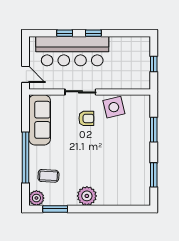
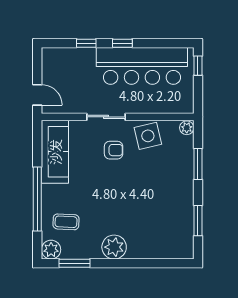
bar counter: (72, 51) -> (142, 66), moved
window: (154, 64) -> (198, 66), moved
plant: (145, 101) -> (187, 128), added

